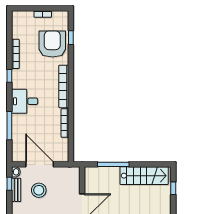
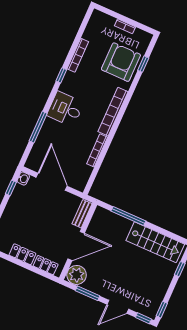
bench: (16, 190) -> (82, 214), moved
stool: (39, 190) -> (39, 208), removed

